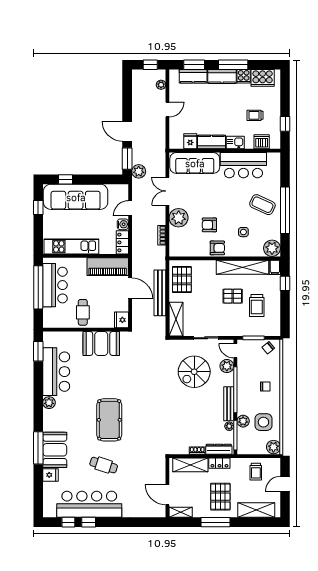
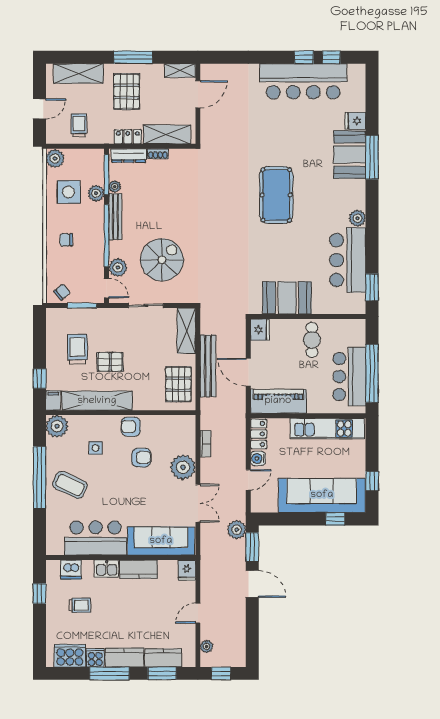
fridge: (190, 141) -> (187, 570), moved
cafe table: (104, 465) -> (284, 134), removed
door: (167, 495) -> (198, 94), hinge flipped

